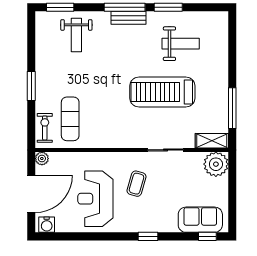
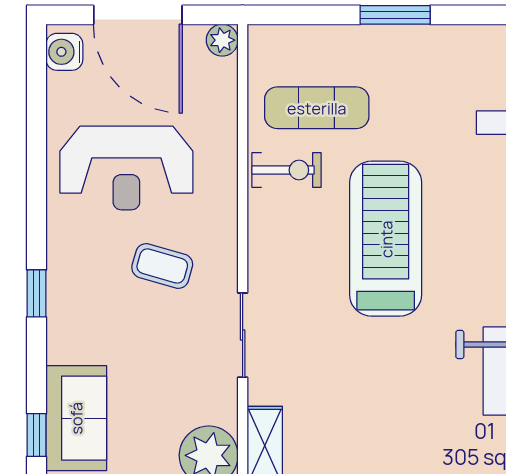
treadmill: (162, 92) -> (386, 239), moved
exercise bike: (45, 128) -> (286, 170), moved
reception desk: (95, 199) -> (126, 168), turned 180

